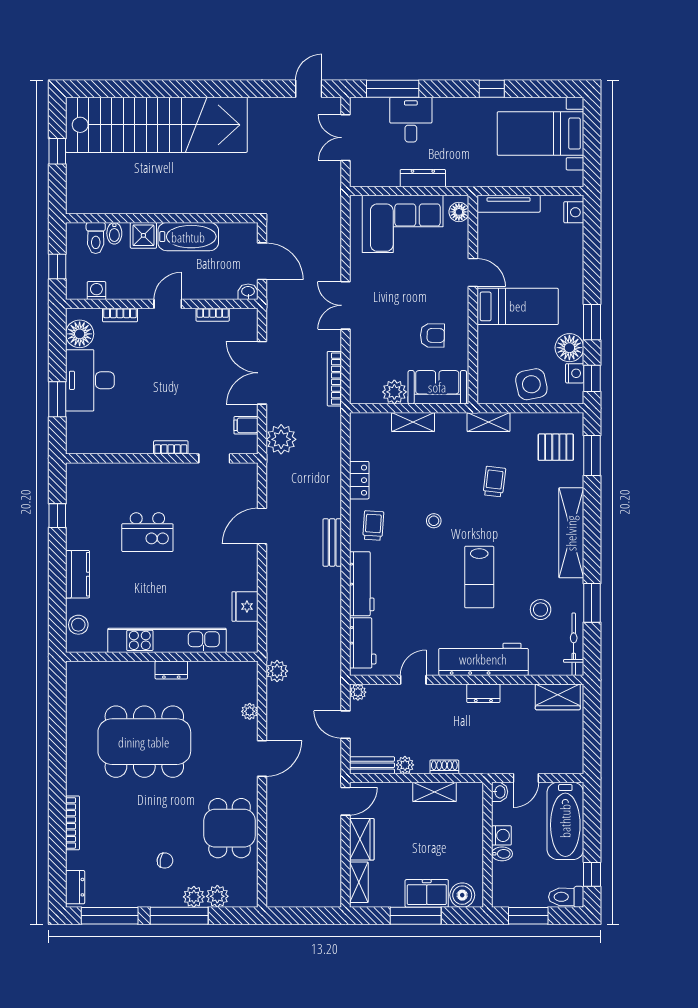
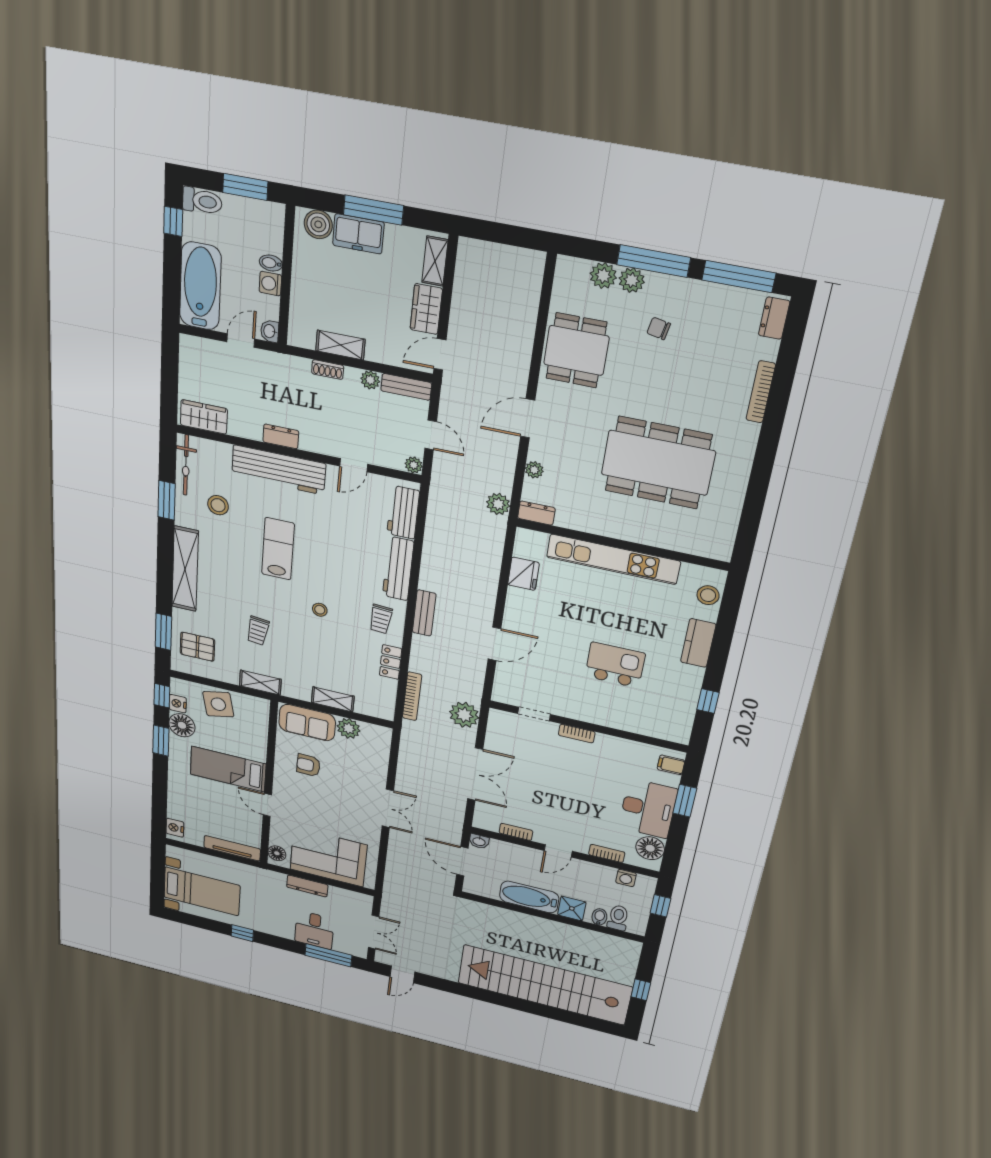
bookcase: (334, 379) -> (412, 696), moved
filing cabinet: (246, 425) -> (671, 765), moved, turned 180
dresser: (171, 670) -> (536, 513), moved

